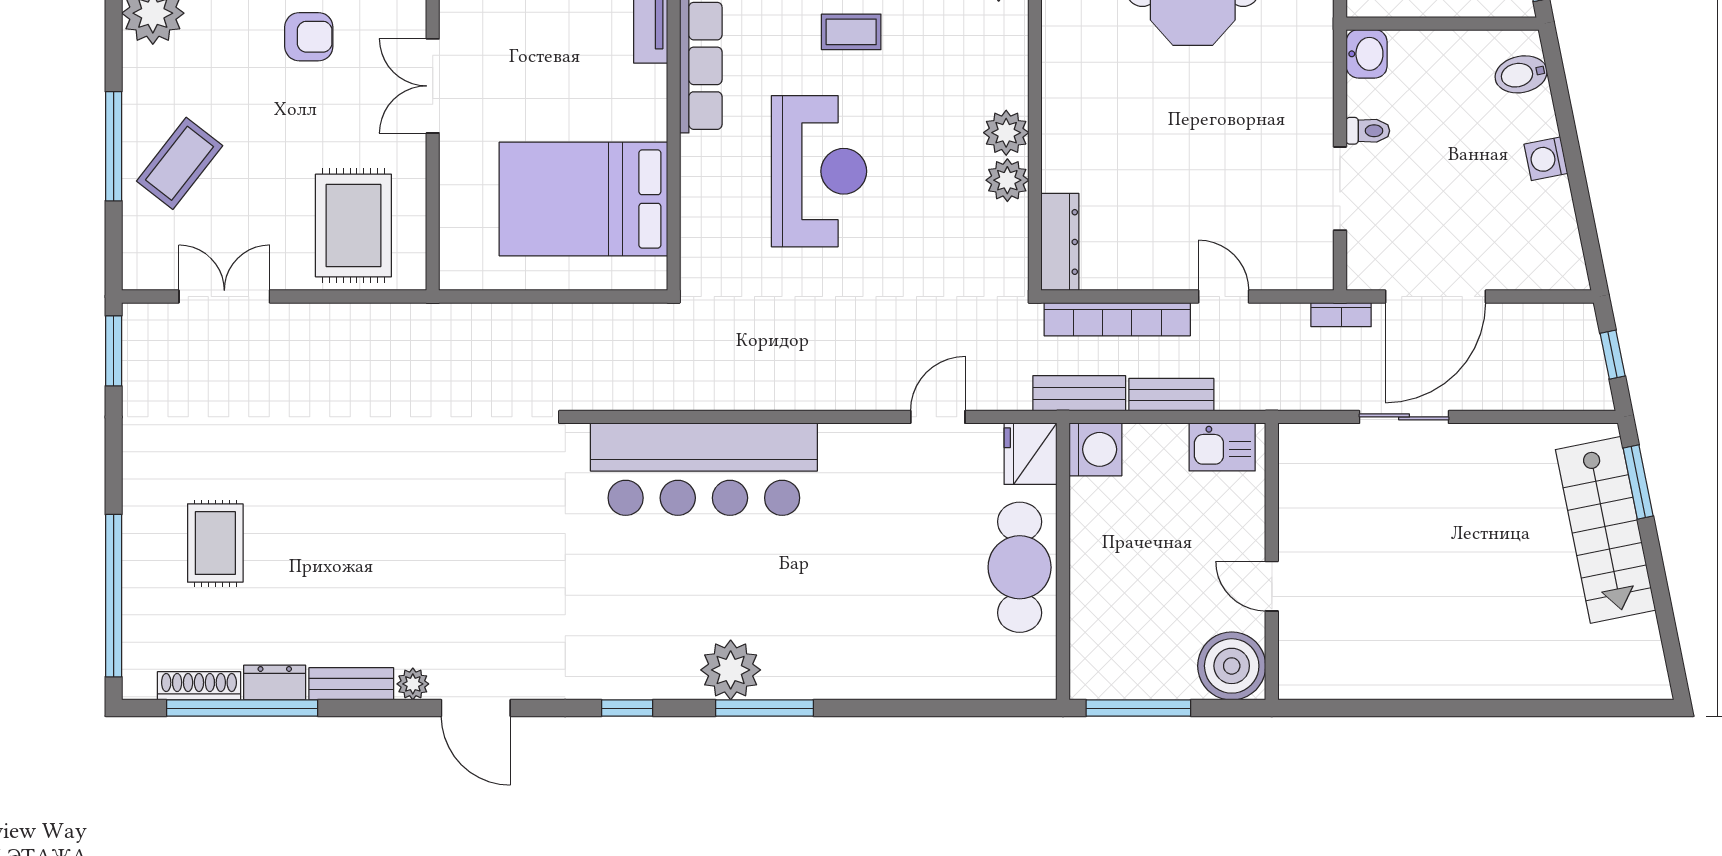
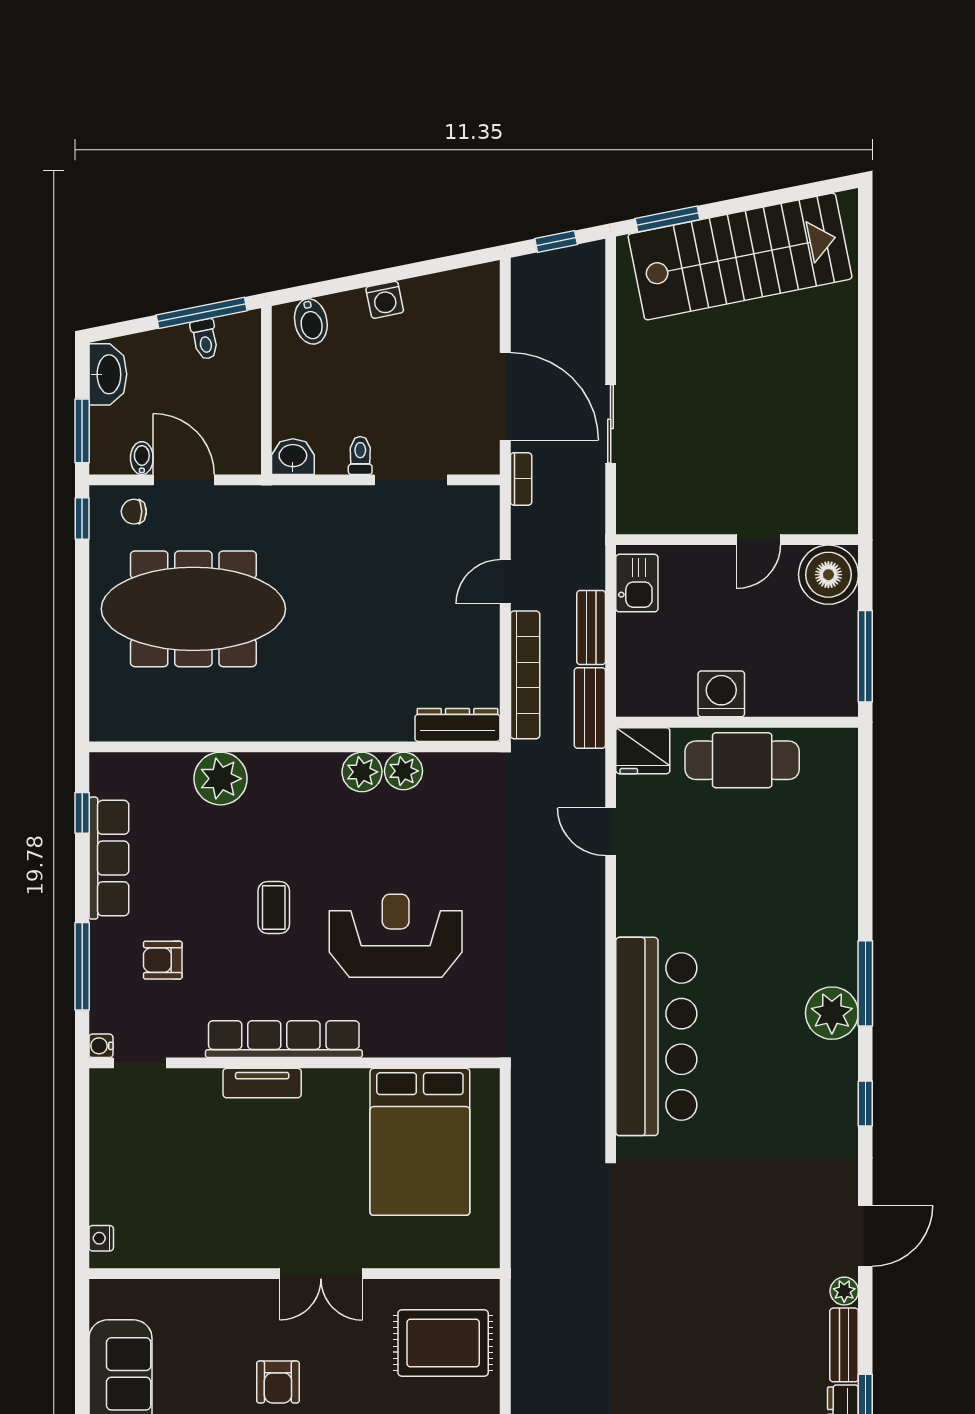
armchair: (309, 37) -> (278, 1382), turned 180
washing machine: (1095, 449) -> (721, 694), moved
stairs: (1606, 530) -> (740, 257), width x1.36, depth x1.51

